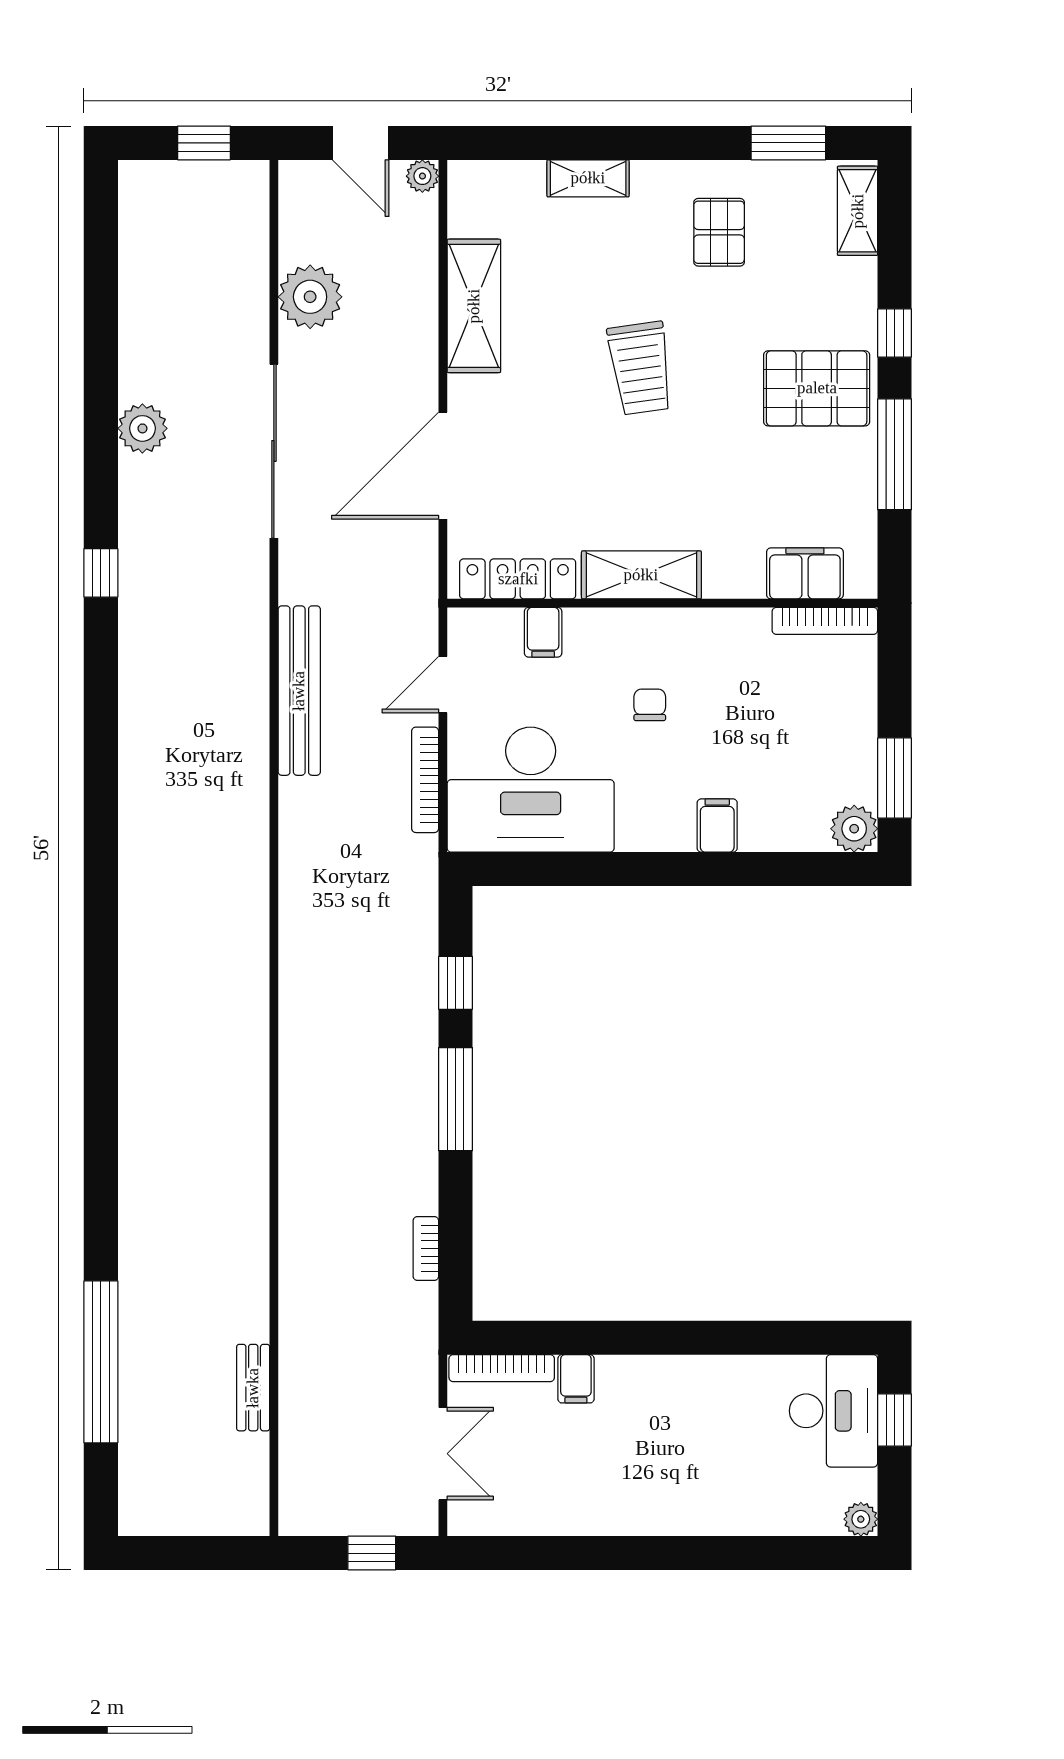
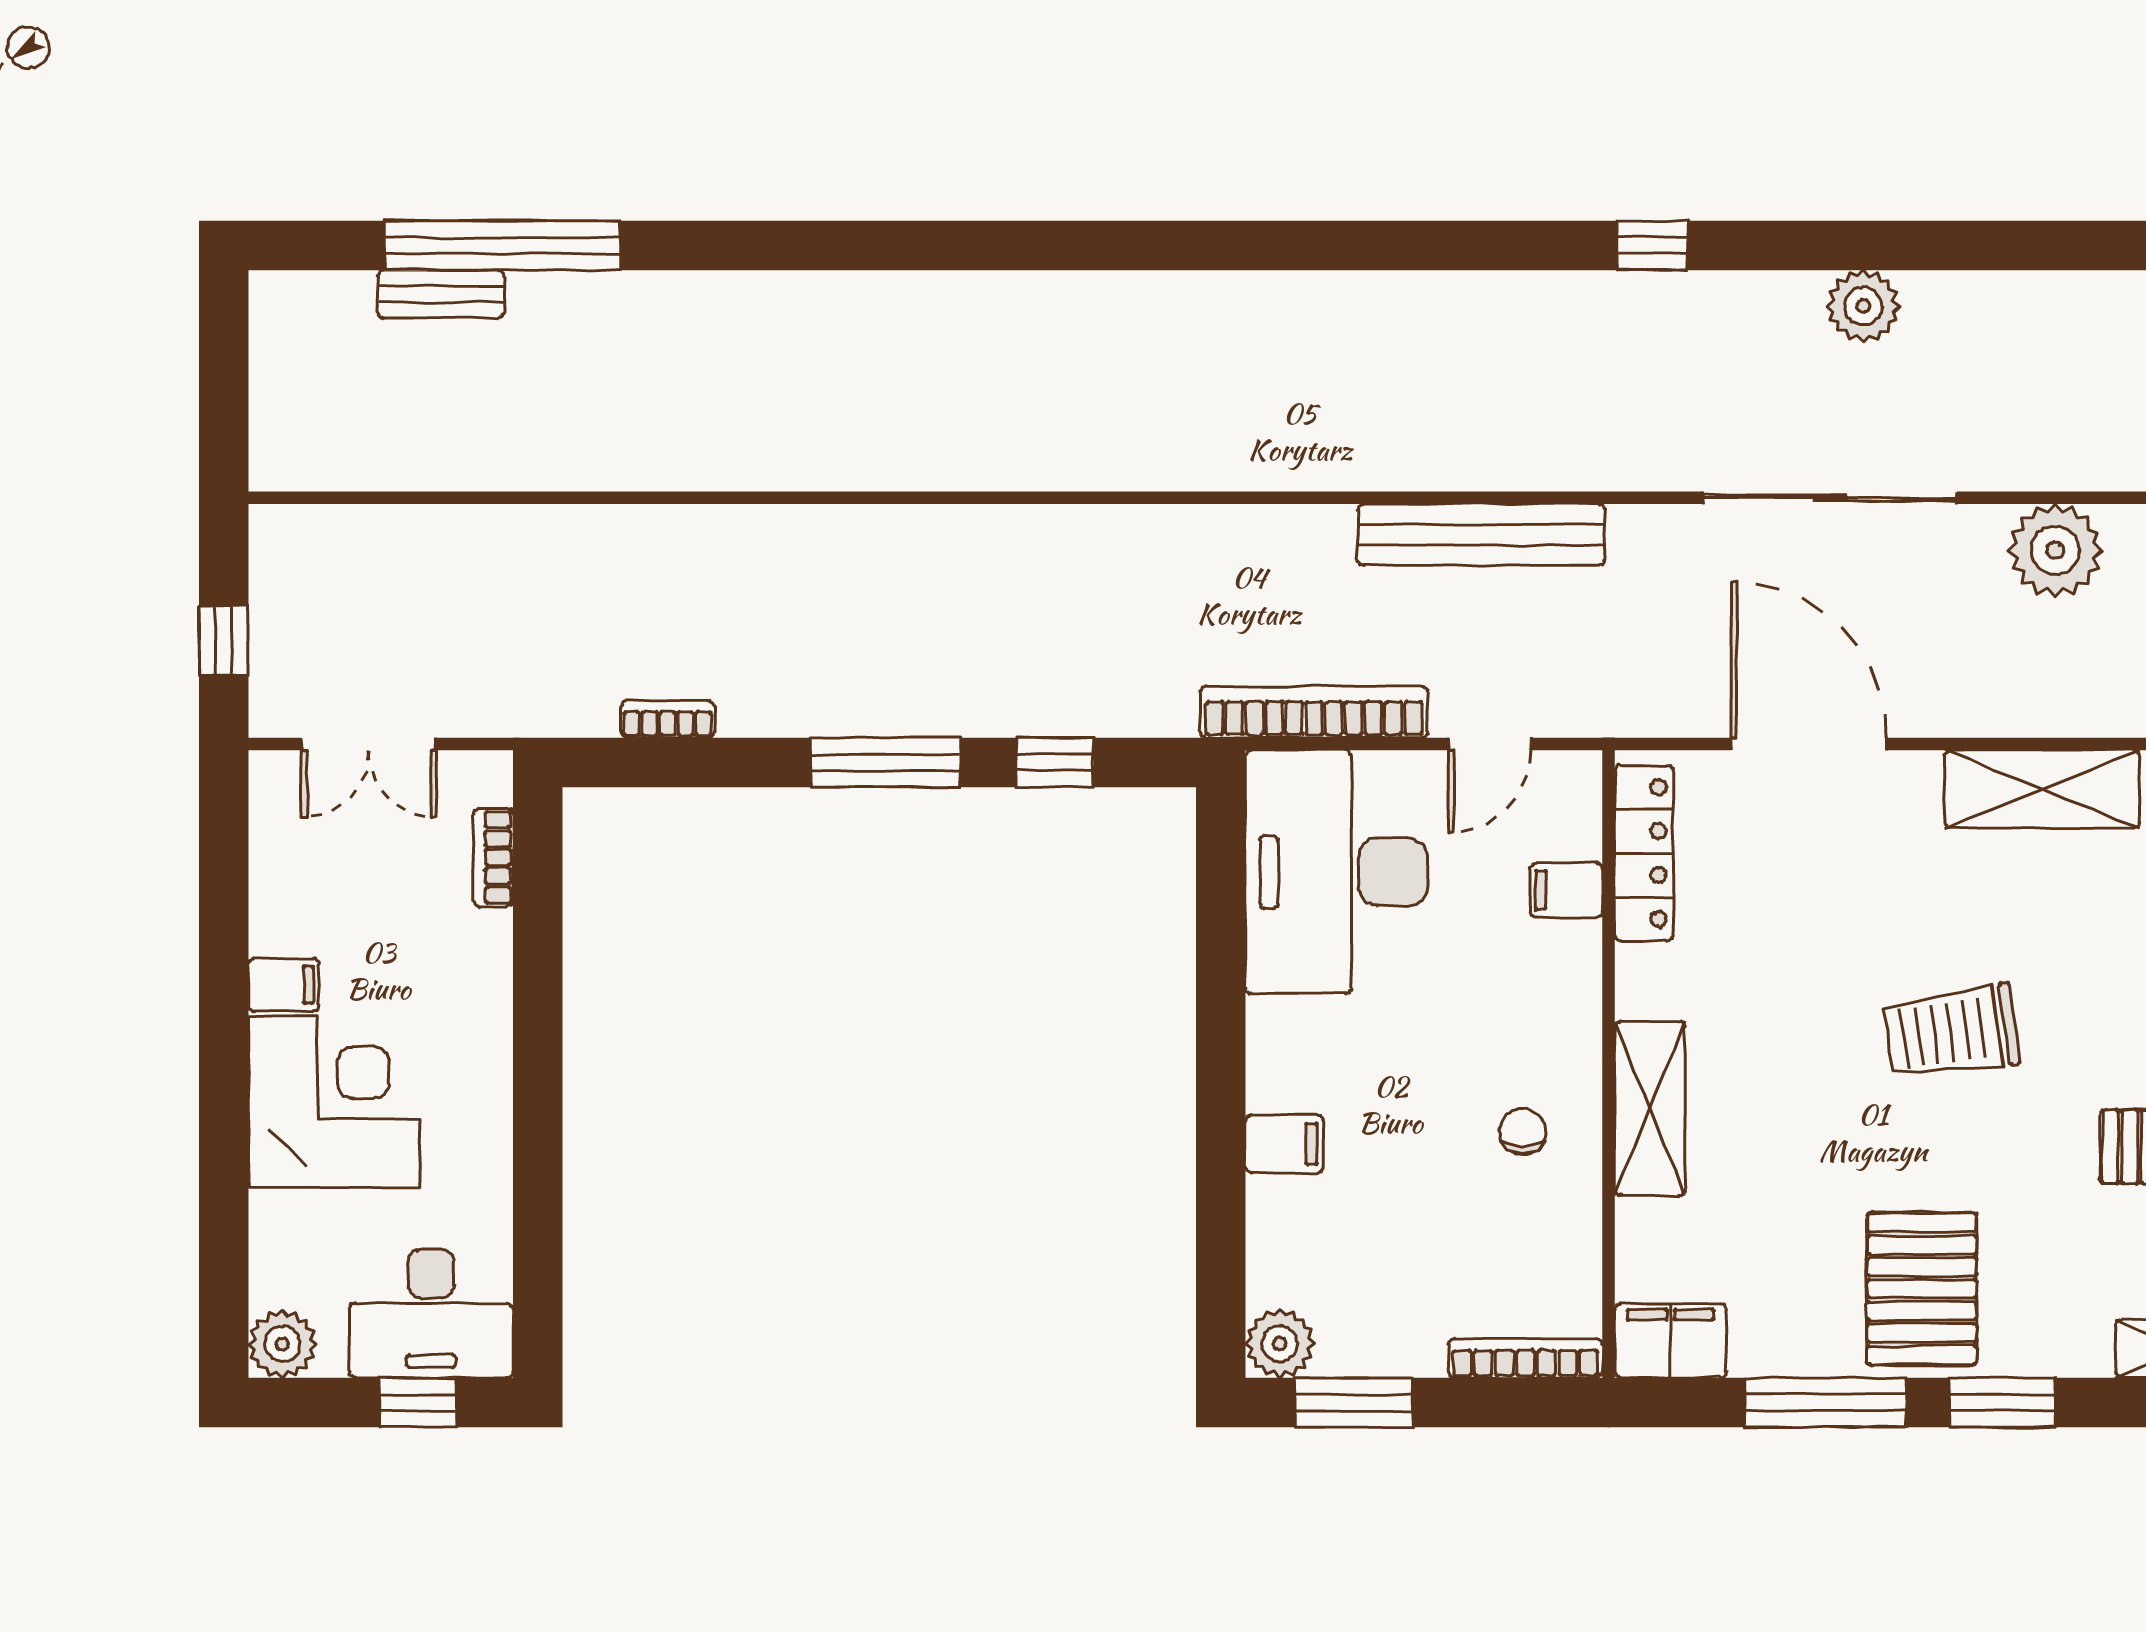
window: (895, 333) -> (2003, 1402), width x1.50
filing cabinet: (805, 573) -> (1671, 1341), moved, turned -90
shelving: (641, 575) -> (1650, 1109), moved
bookcase: (825, 621) -> (1526, 1358), moved, turned 90
door: (443, 685) -> (1490, 744), swing flipped
chair: (650, 705) -> (1523, 1131), moved, turned -90
bookcase: (425, 780) -> (1314, 712), width x1.48, depth x1.31
bookcase: (502, 1368) -> (493, 857), width x0.64
filing cabinet: (576, 1379) -> (284, 985), moved, turned 180
bench: (253, 1388) -> (441, 294), moved
corner desk: (688, 1477) -> (334, 1102), added
plant: (861, 1519) -> (282, 1344), width x1.38, depth x1.38

